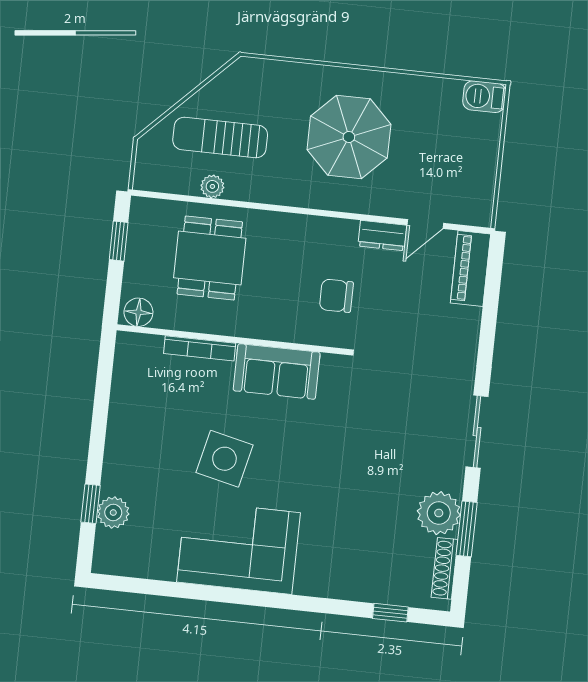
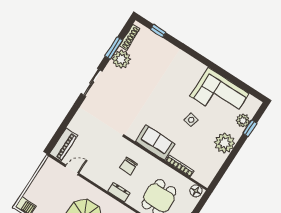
dresser: (382, 236) -> (119, 192), moved
chair: (336, 296) -> (129, 166), moved, turned 90
plant: (129, 445) -> (225, 143), added
side table: (224, 459) -> (191, 120), width x0.54, depth x0.54
corner sofa: (239, 547) -> (219, 95), moved

